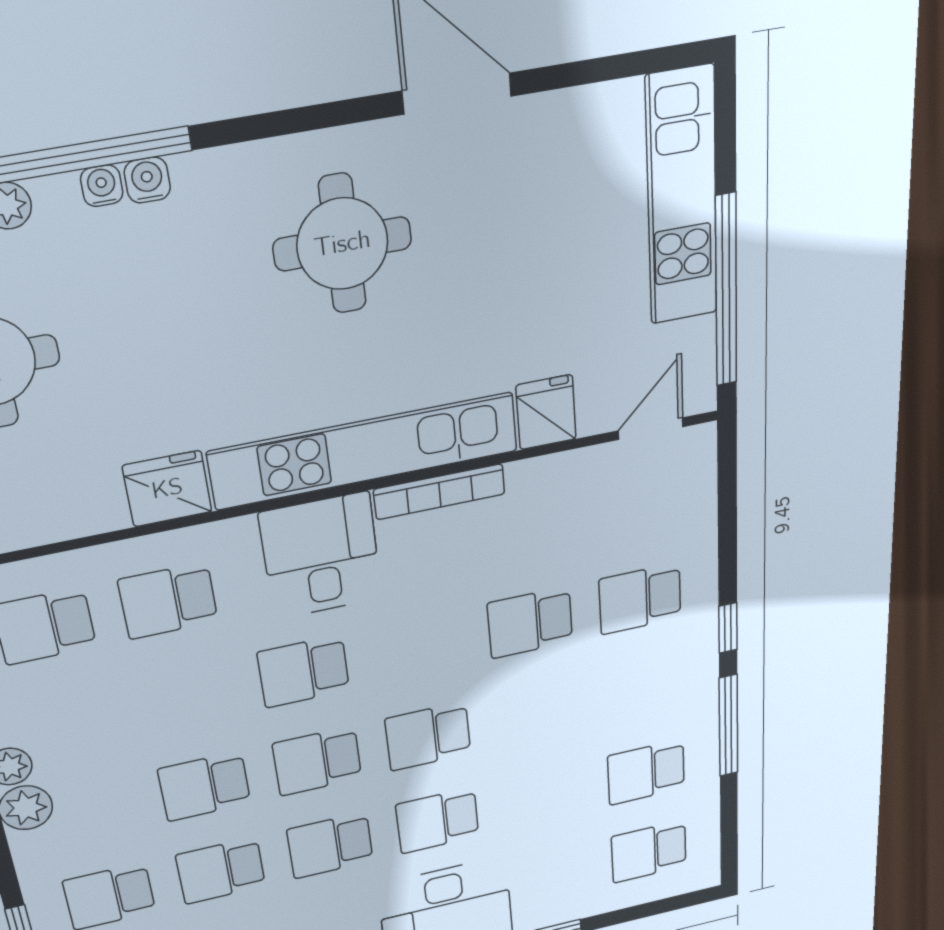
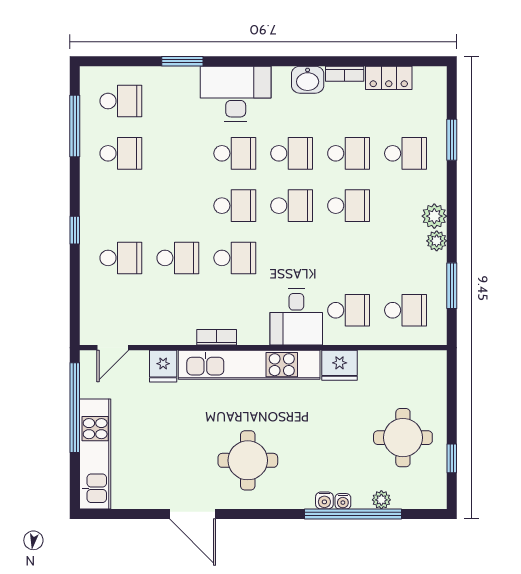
bookcase: (439, 492) -> (217, 337), width x0.64
desk: (321, 556) -> (296, 317), moved
school desk: (304, 671) -> (235, 258), moved
window: (728, 726) -> (75, 126), moved

